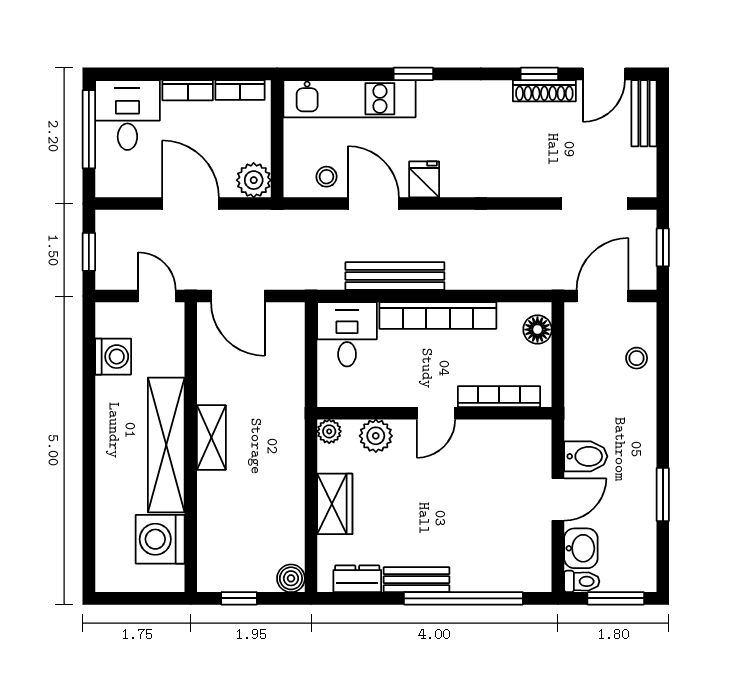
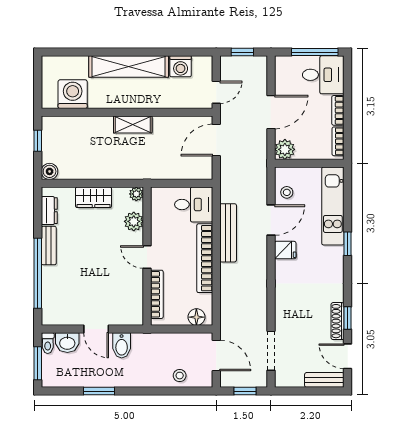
shelving: (166, 445) -> (129, 67), moved

